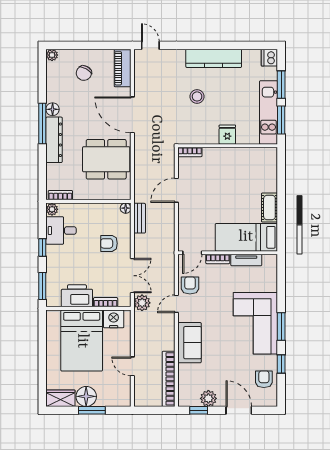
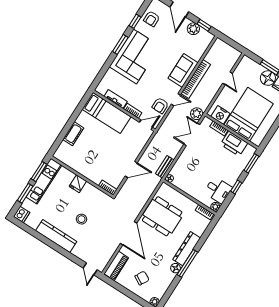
cot: (269, 207) -> (73, 134), moved
armchair: (109, 243) -> (194, 163), removed
bookcase: (169, 379) -> (196, 79), moved

